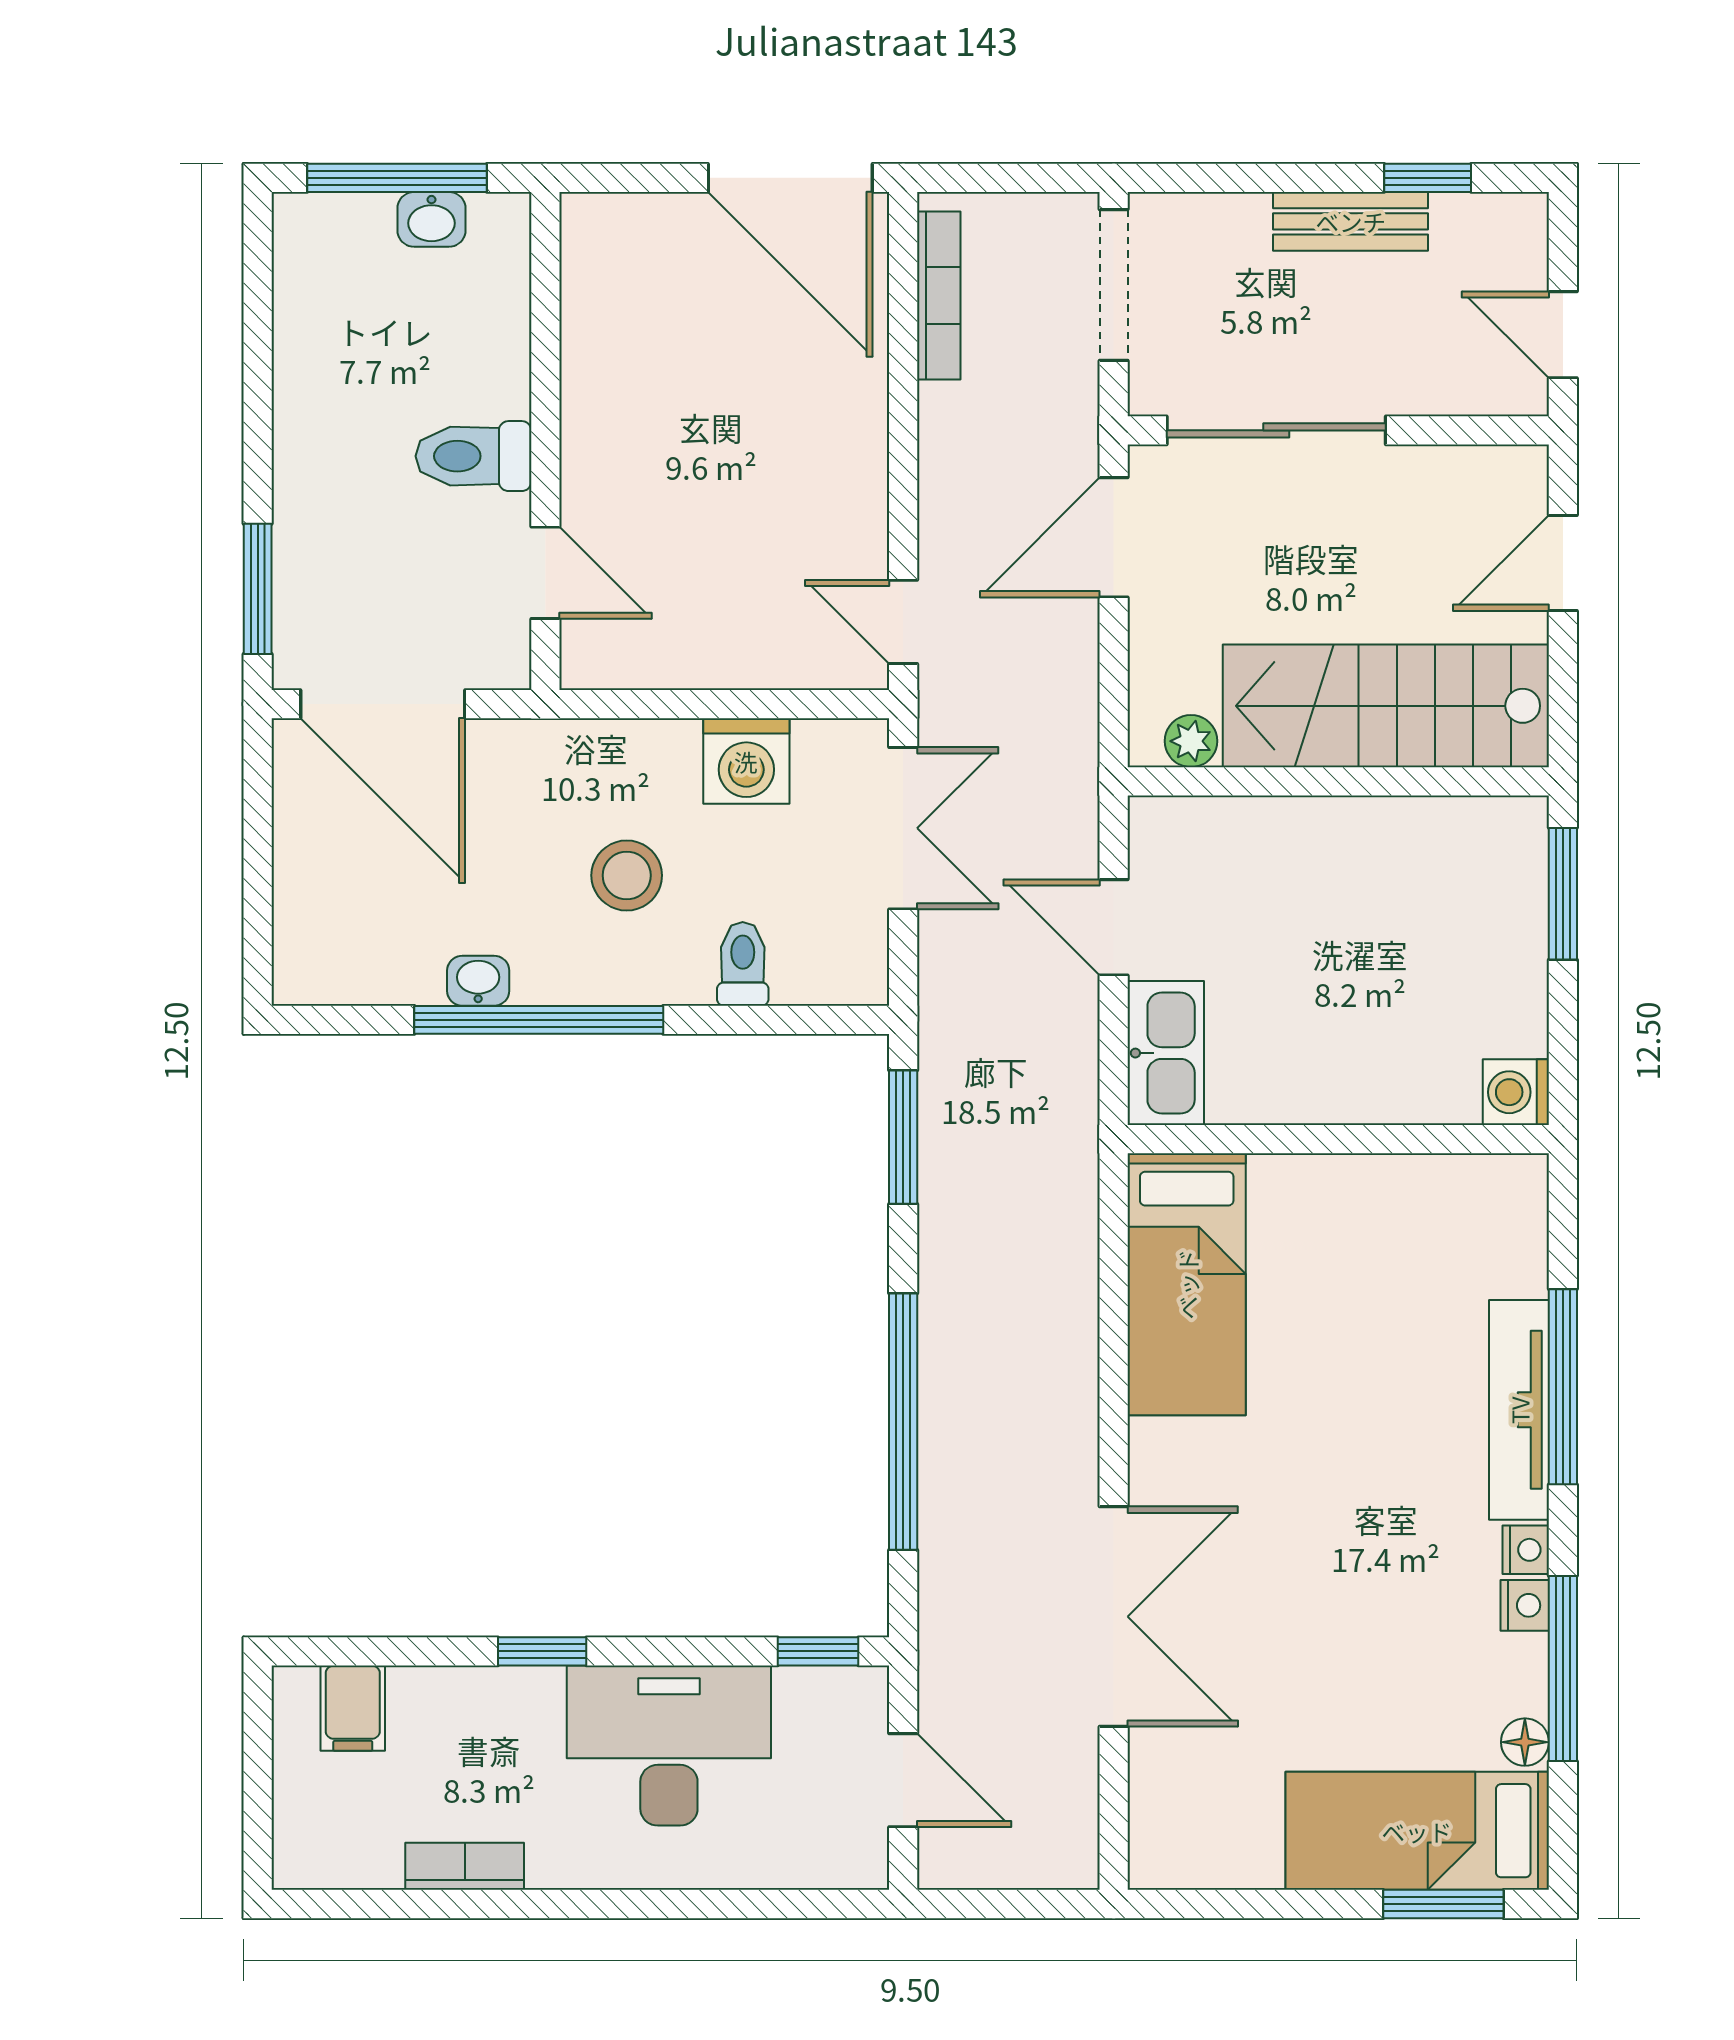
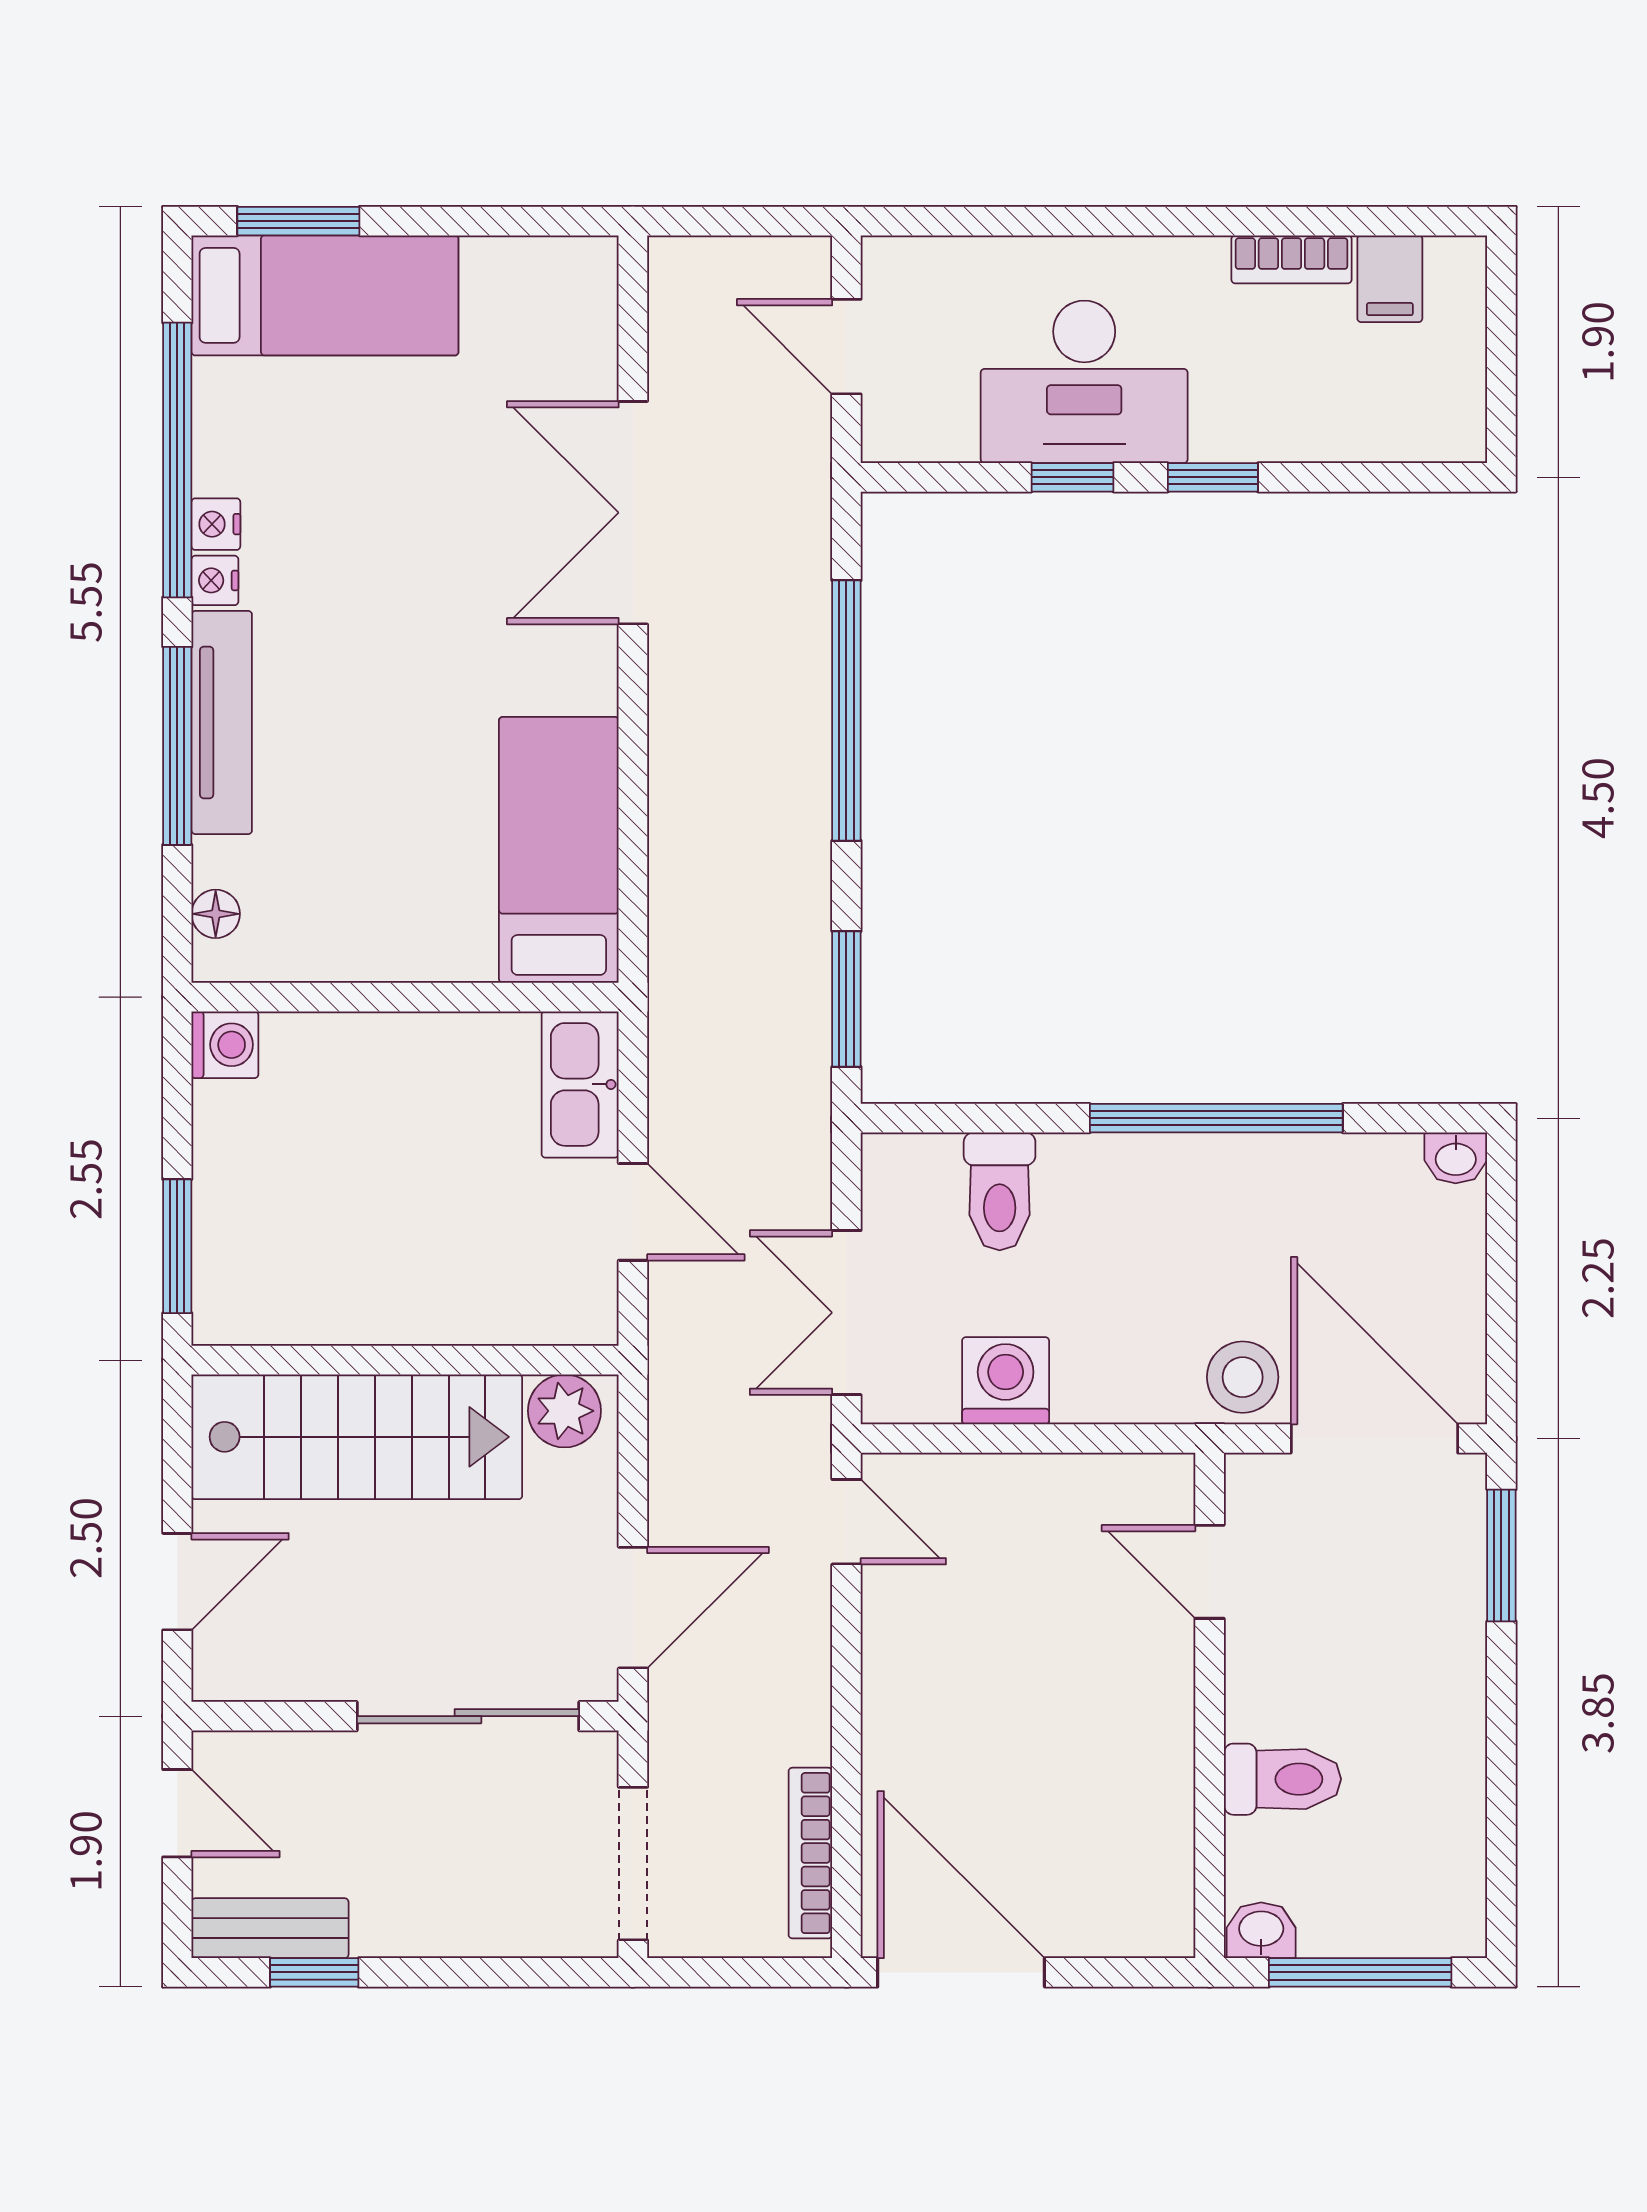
washbasin: (432, 219) -> (1261, 1930), moved
bench: (1351, 221) -> (270, 1928), moved
toilet: (473, 456) -> (1282, 1779), moved
plant: (1191, 741) -> (564, 1411), width x1.38, depth x1.38
stool: (627, 875) -> (1243, 1377), moved
toilet: (743, 964) -> (1000, 1191), width x1.37, depth x1.39
washbasin: (478, 981) -> (1456, 1158), moved
window: (818, 1651) -> (1072, 477), moved
window: (1563, 1669) -> (177, 460), width x1.46
filing cabinet: (353, 1708) -> (1390, 279), moved, turned 180
floor lamp: (1525, 1742) -> (216, 914), moved

